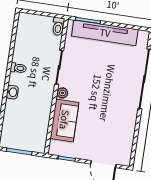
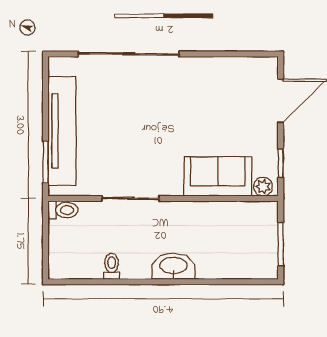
toilet: (18, 68) -> (112, 266), moved
washbasin: (12, 92) -> (173, 266), width x1.91, depth x1.45
plant: (62, 93) -> (263, 187), moved

